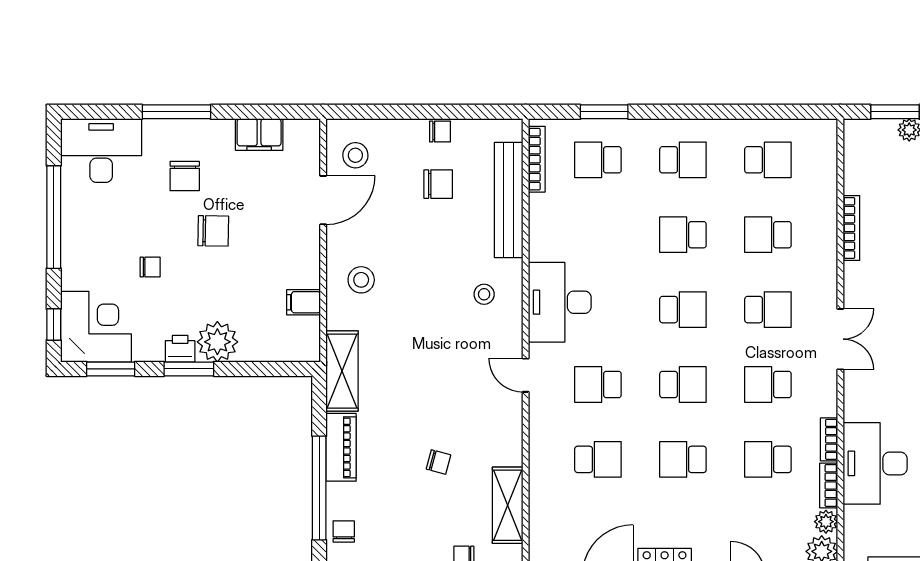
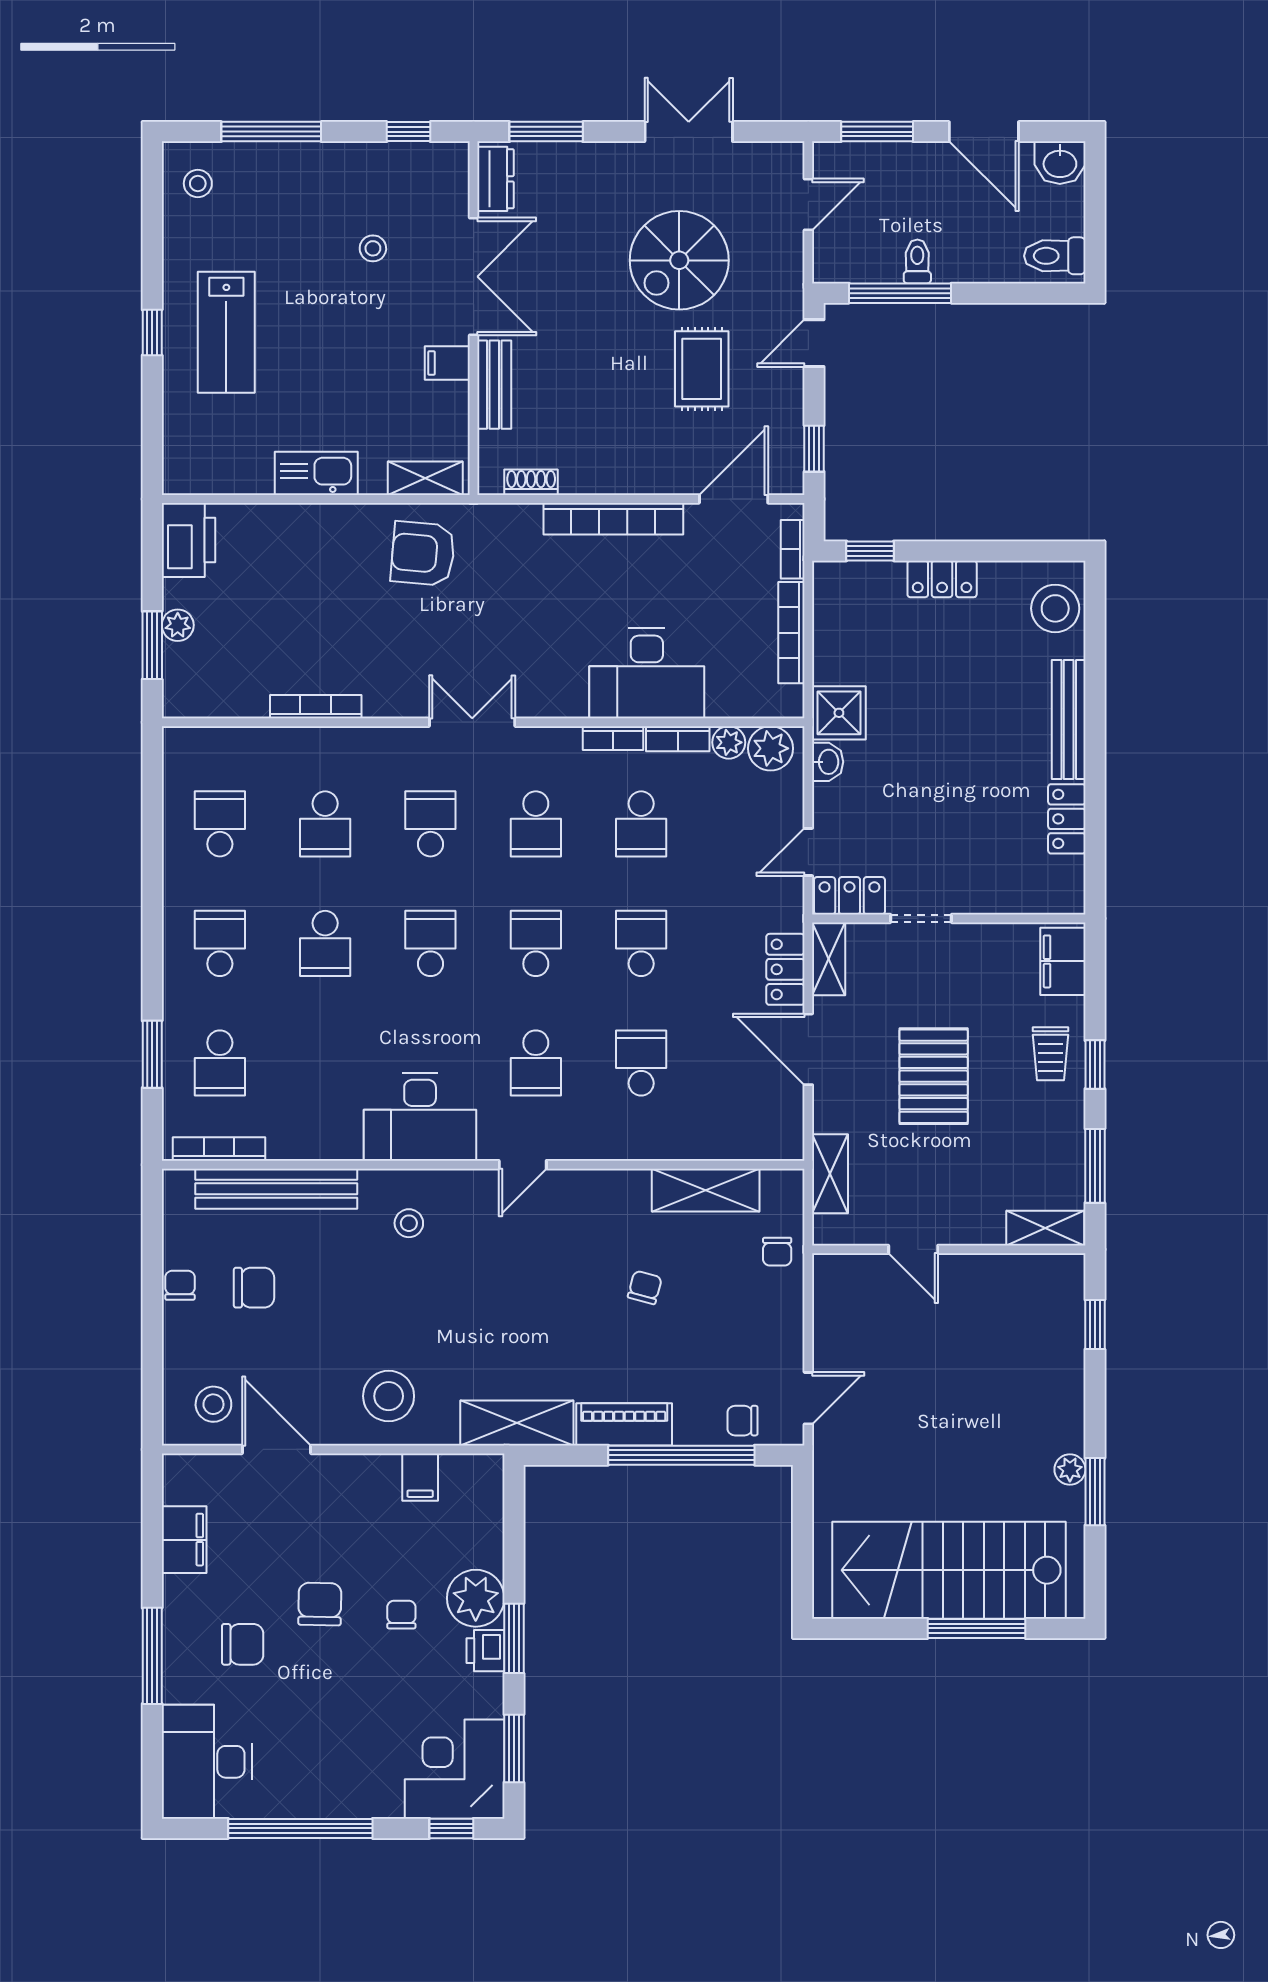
chair: (438, 184) -> (254, 1288), turned 90
chair: (150, 267) -> (401, 1615), moved
stool: (361, 280) -> (389, 1396), width x1.38, depth x1.38
school desk: (683, 459) -> (641, 943), turned 180

